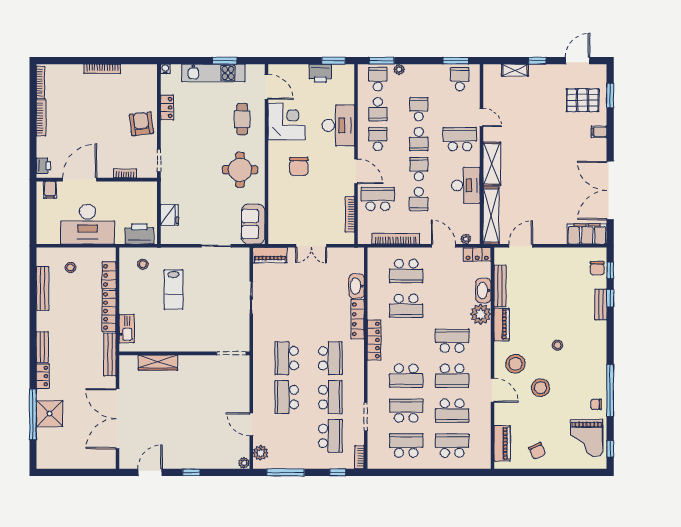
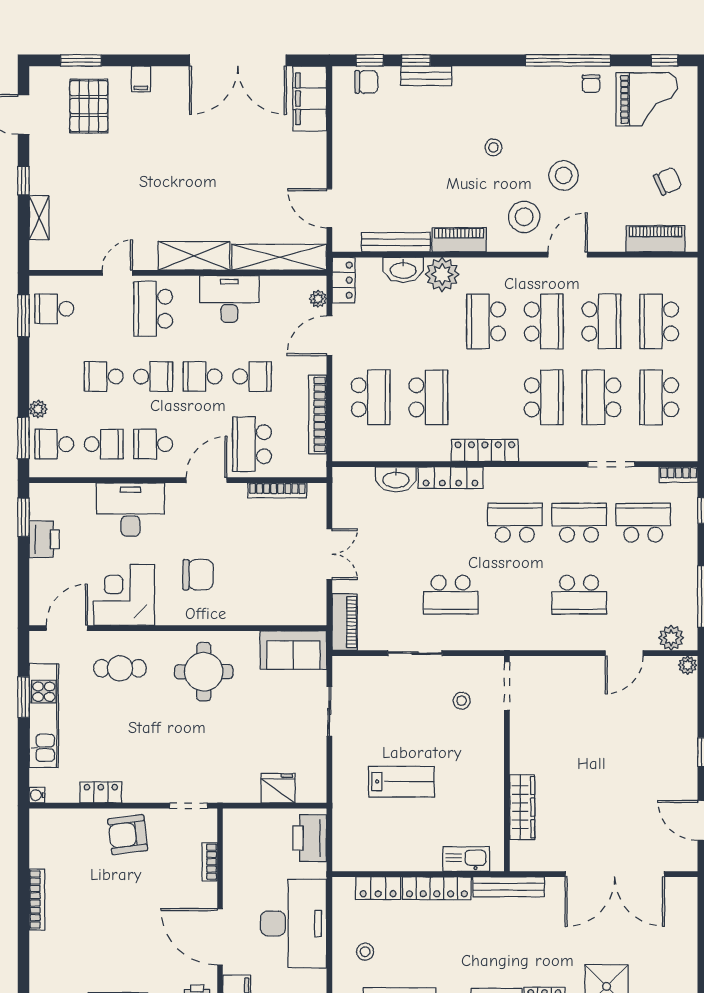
stool: (143, 264) -> (462, 701), moved
school desk: (287, 358) -> (451, 595), moved

